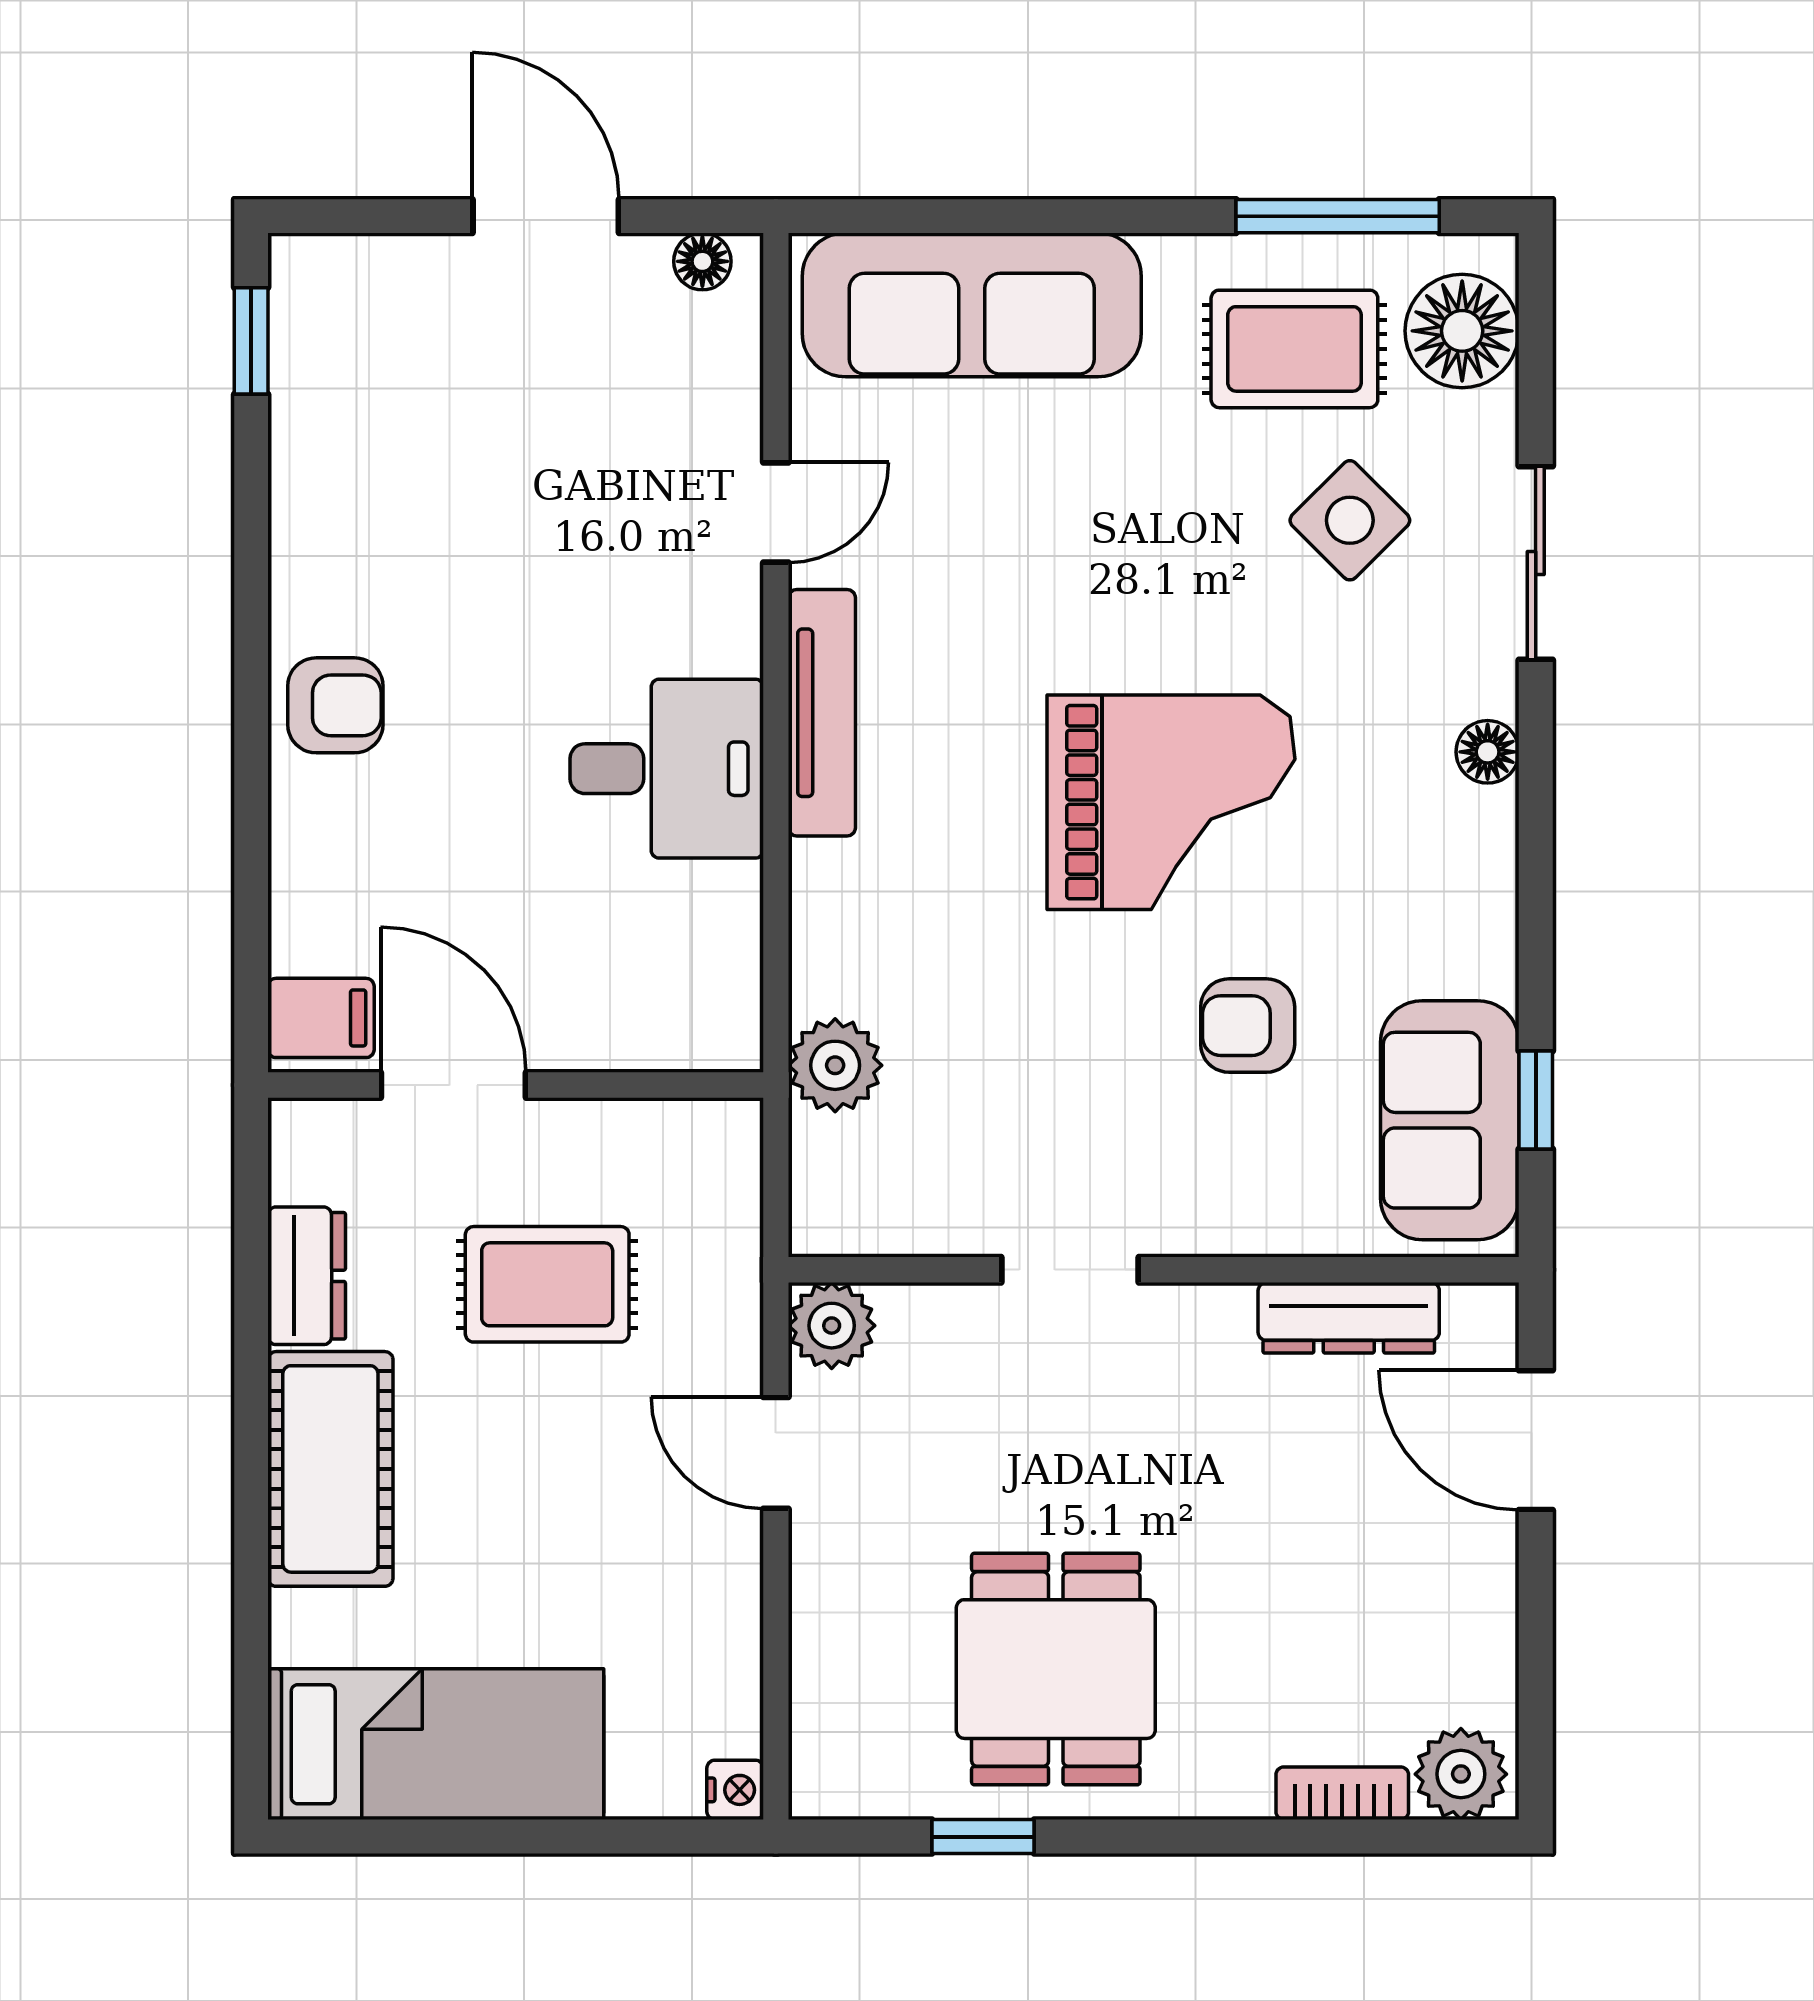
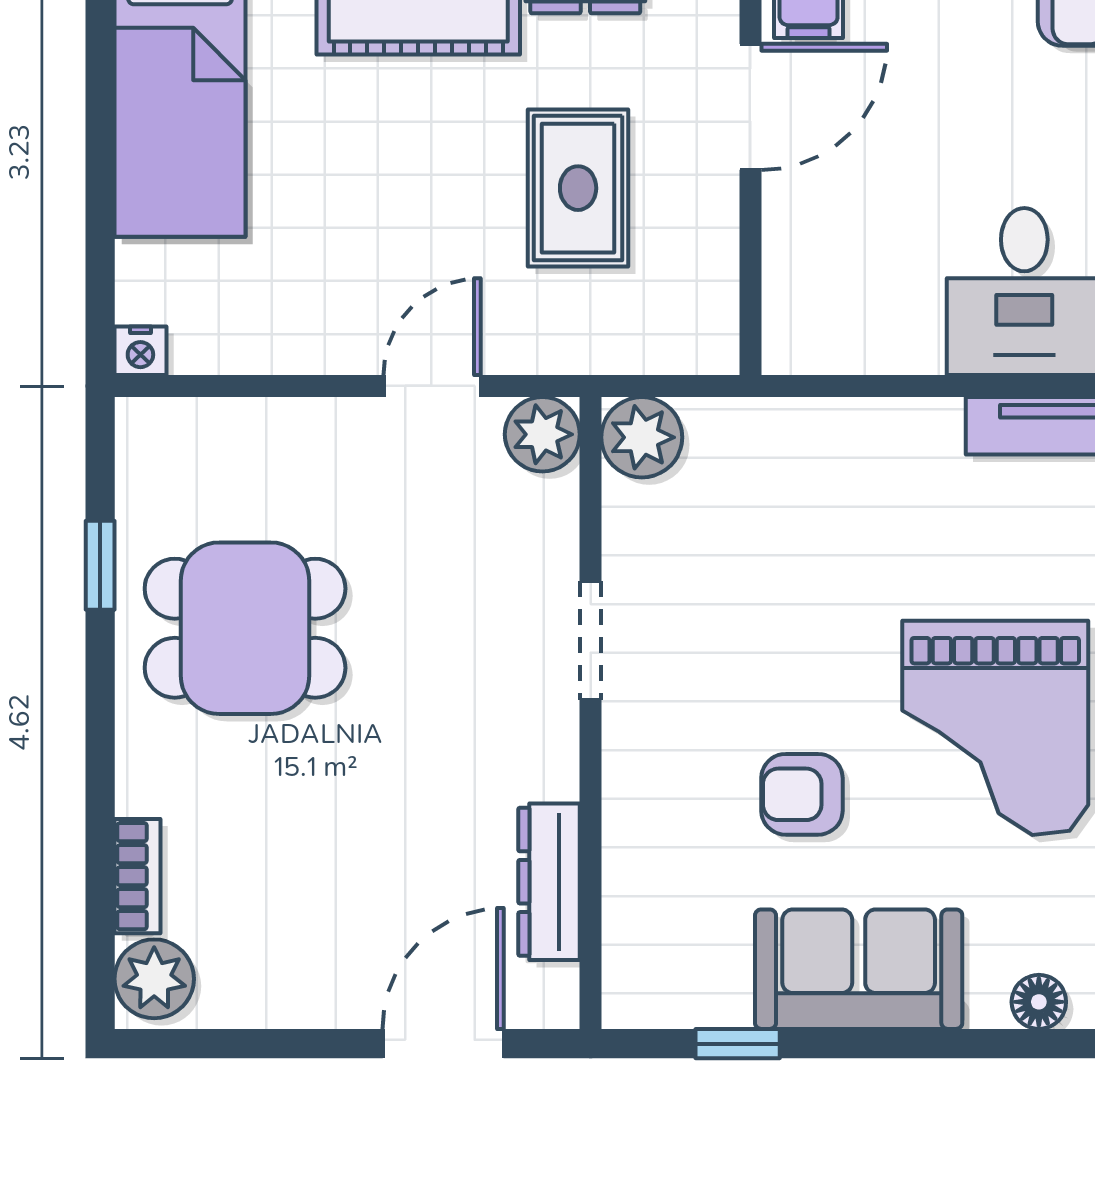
armchair: (1248, 1026) -> (802, 794), turned -90
plant: (835, 1065) -> (642, 437), moved
sofa: (1450, 1120) -> (859, 969), moved

